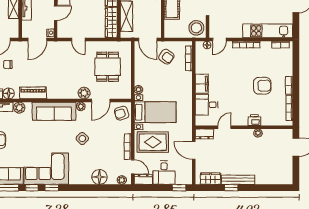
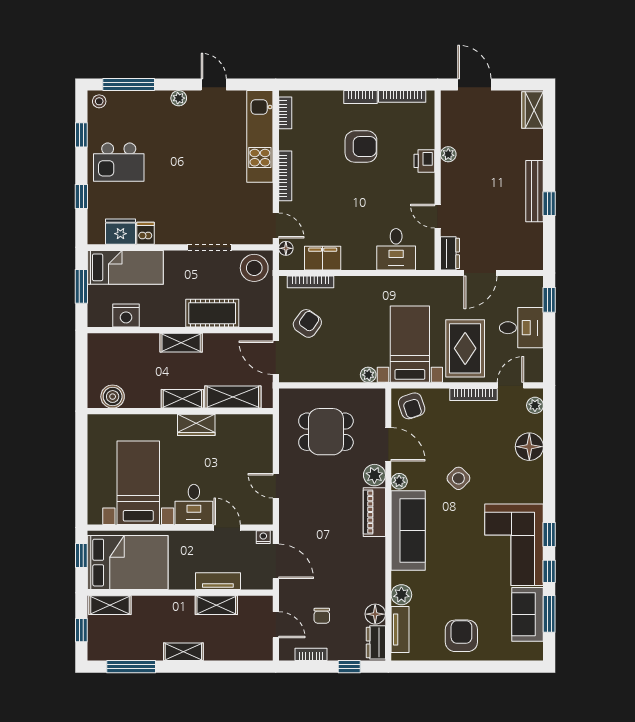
wardrobe: (111, 23) -> (244, 425), removed
door: (78, 40) -> (276, 486), swing flipped
door: (148, 40) -> (276, 358), swing flipped
filing cabinet: (202, 84) -> (323, 258), moved
armchair: (262, 86) -> (361, 147), turned 90
piano: (33, 93) -> (374, 512), moved
dresser: (143, 179) -> (534, 366), removed
wardrobe: (211, 179) -> (532, 110), moved

